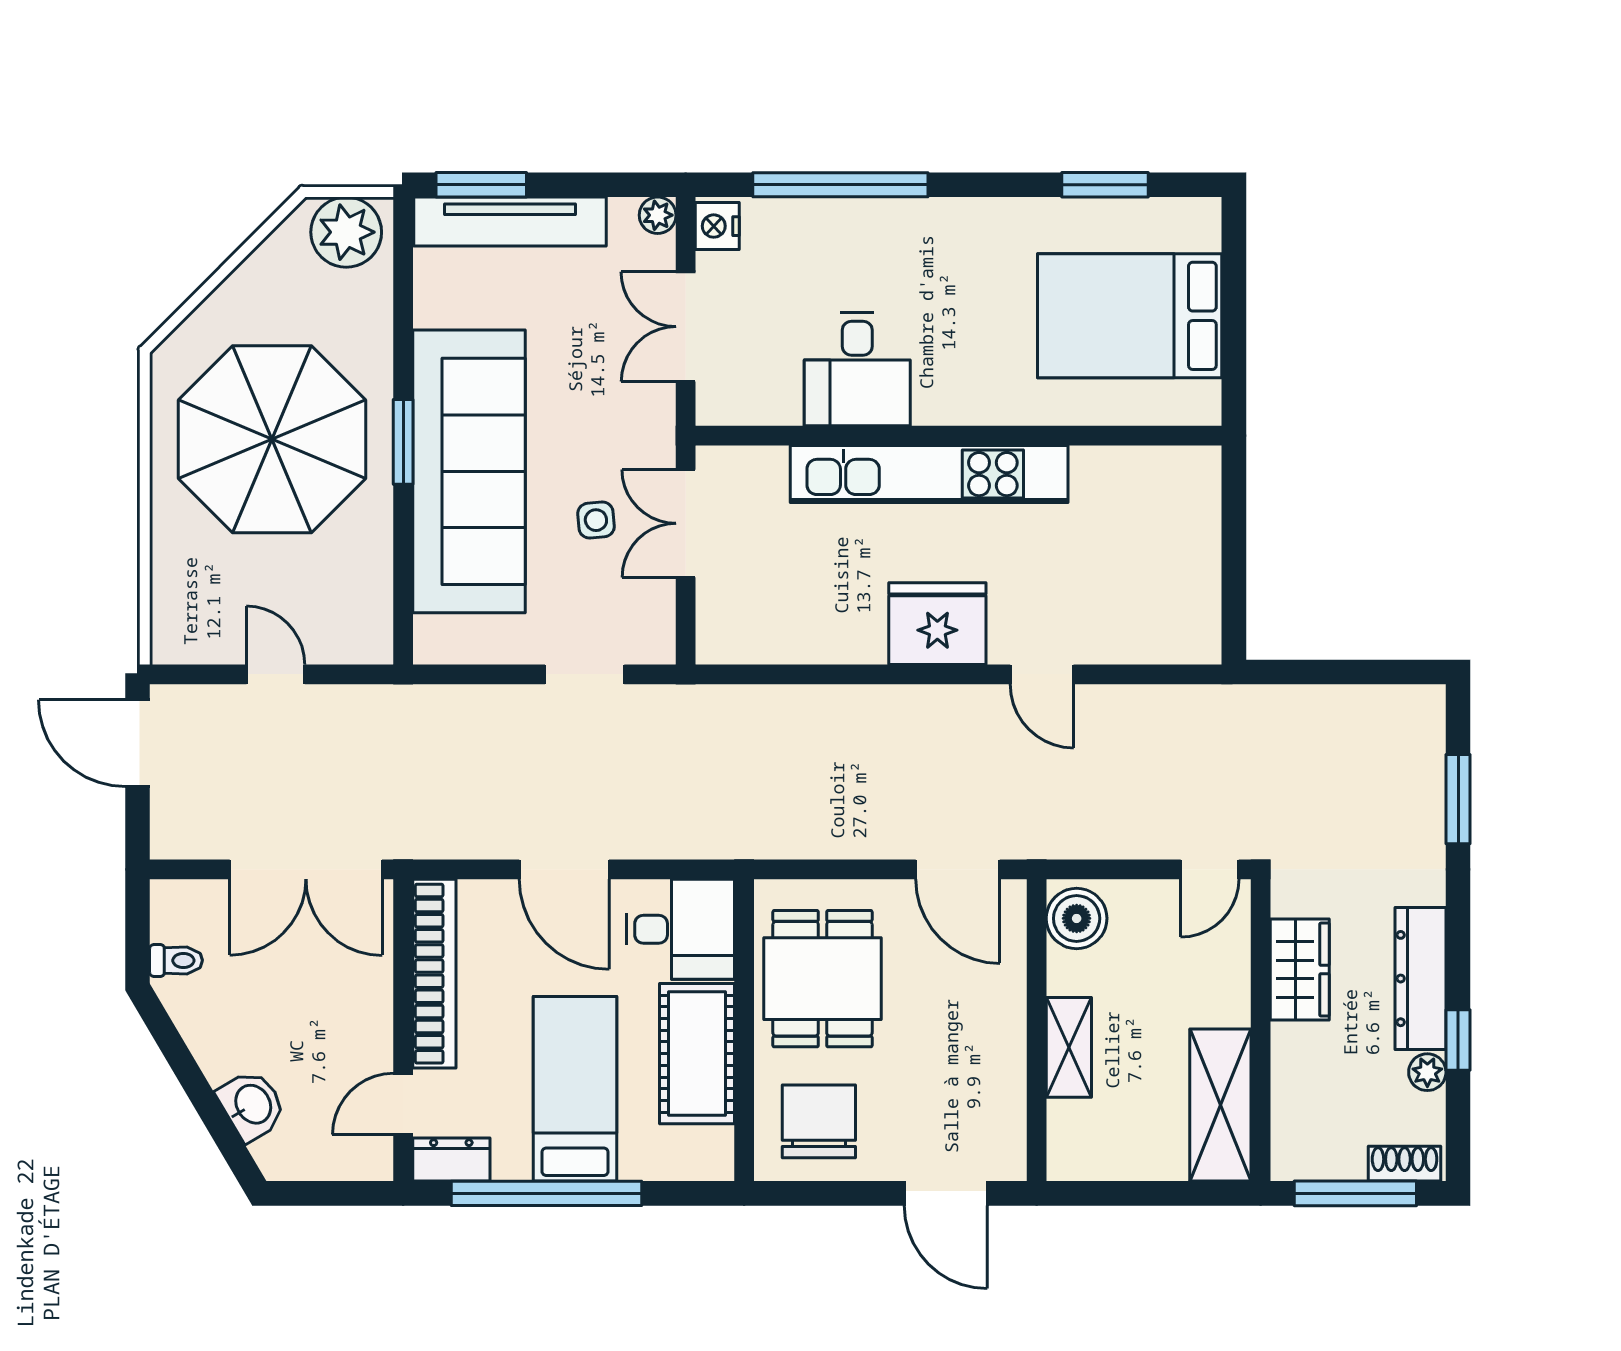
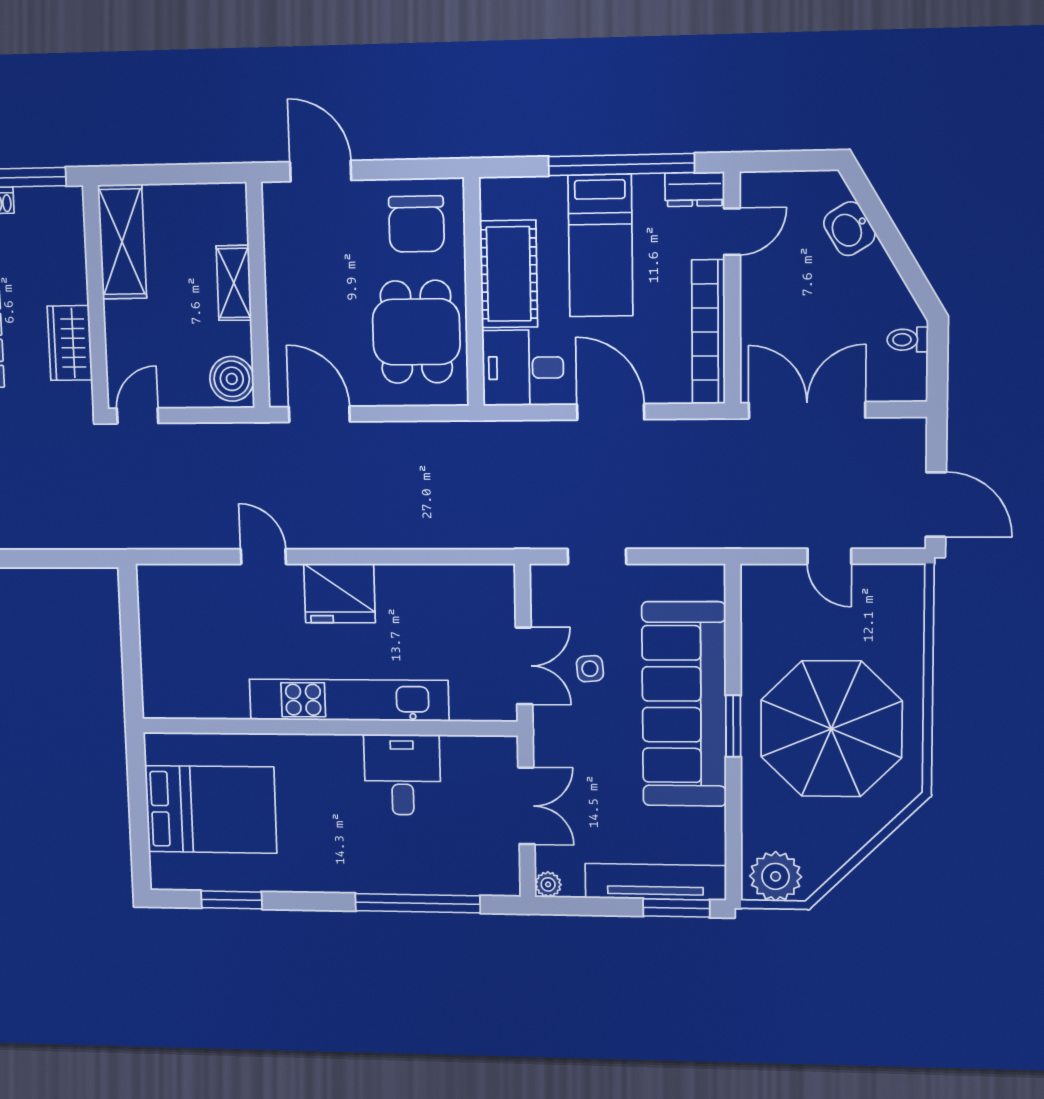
nightstand: (717, 226) -> (505, 876), removed

